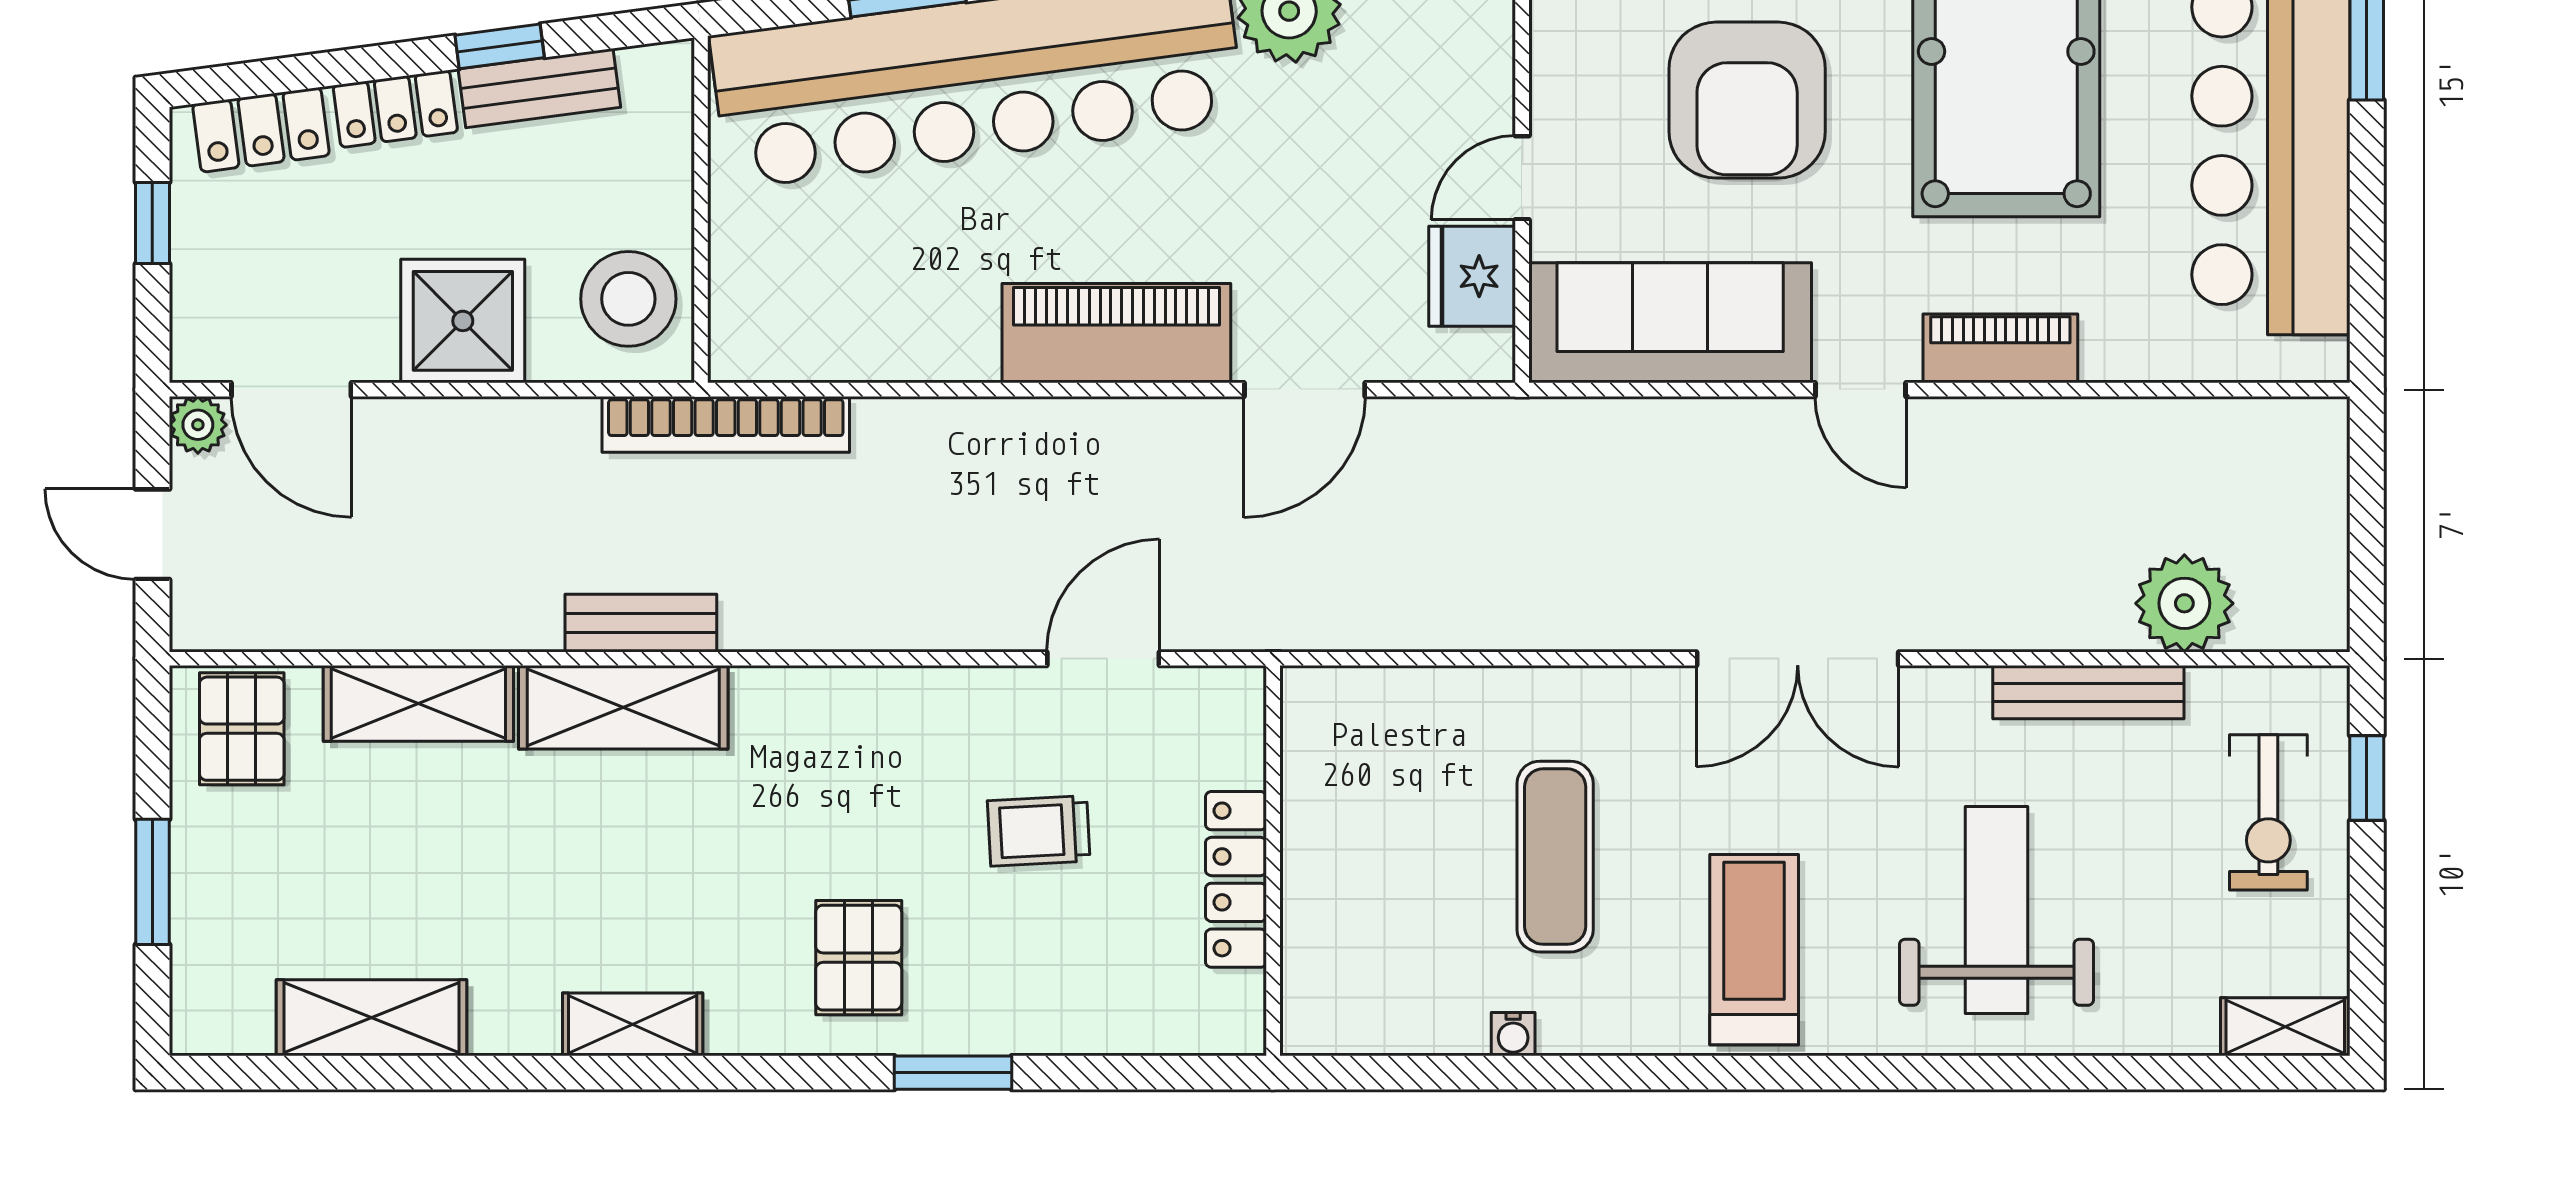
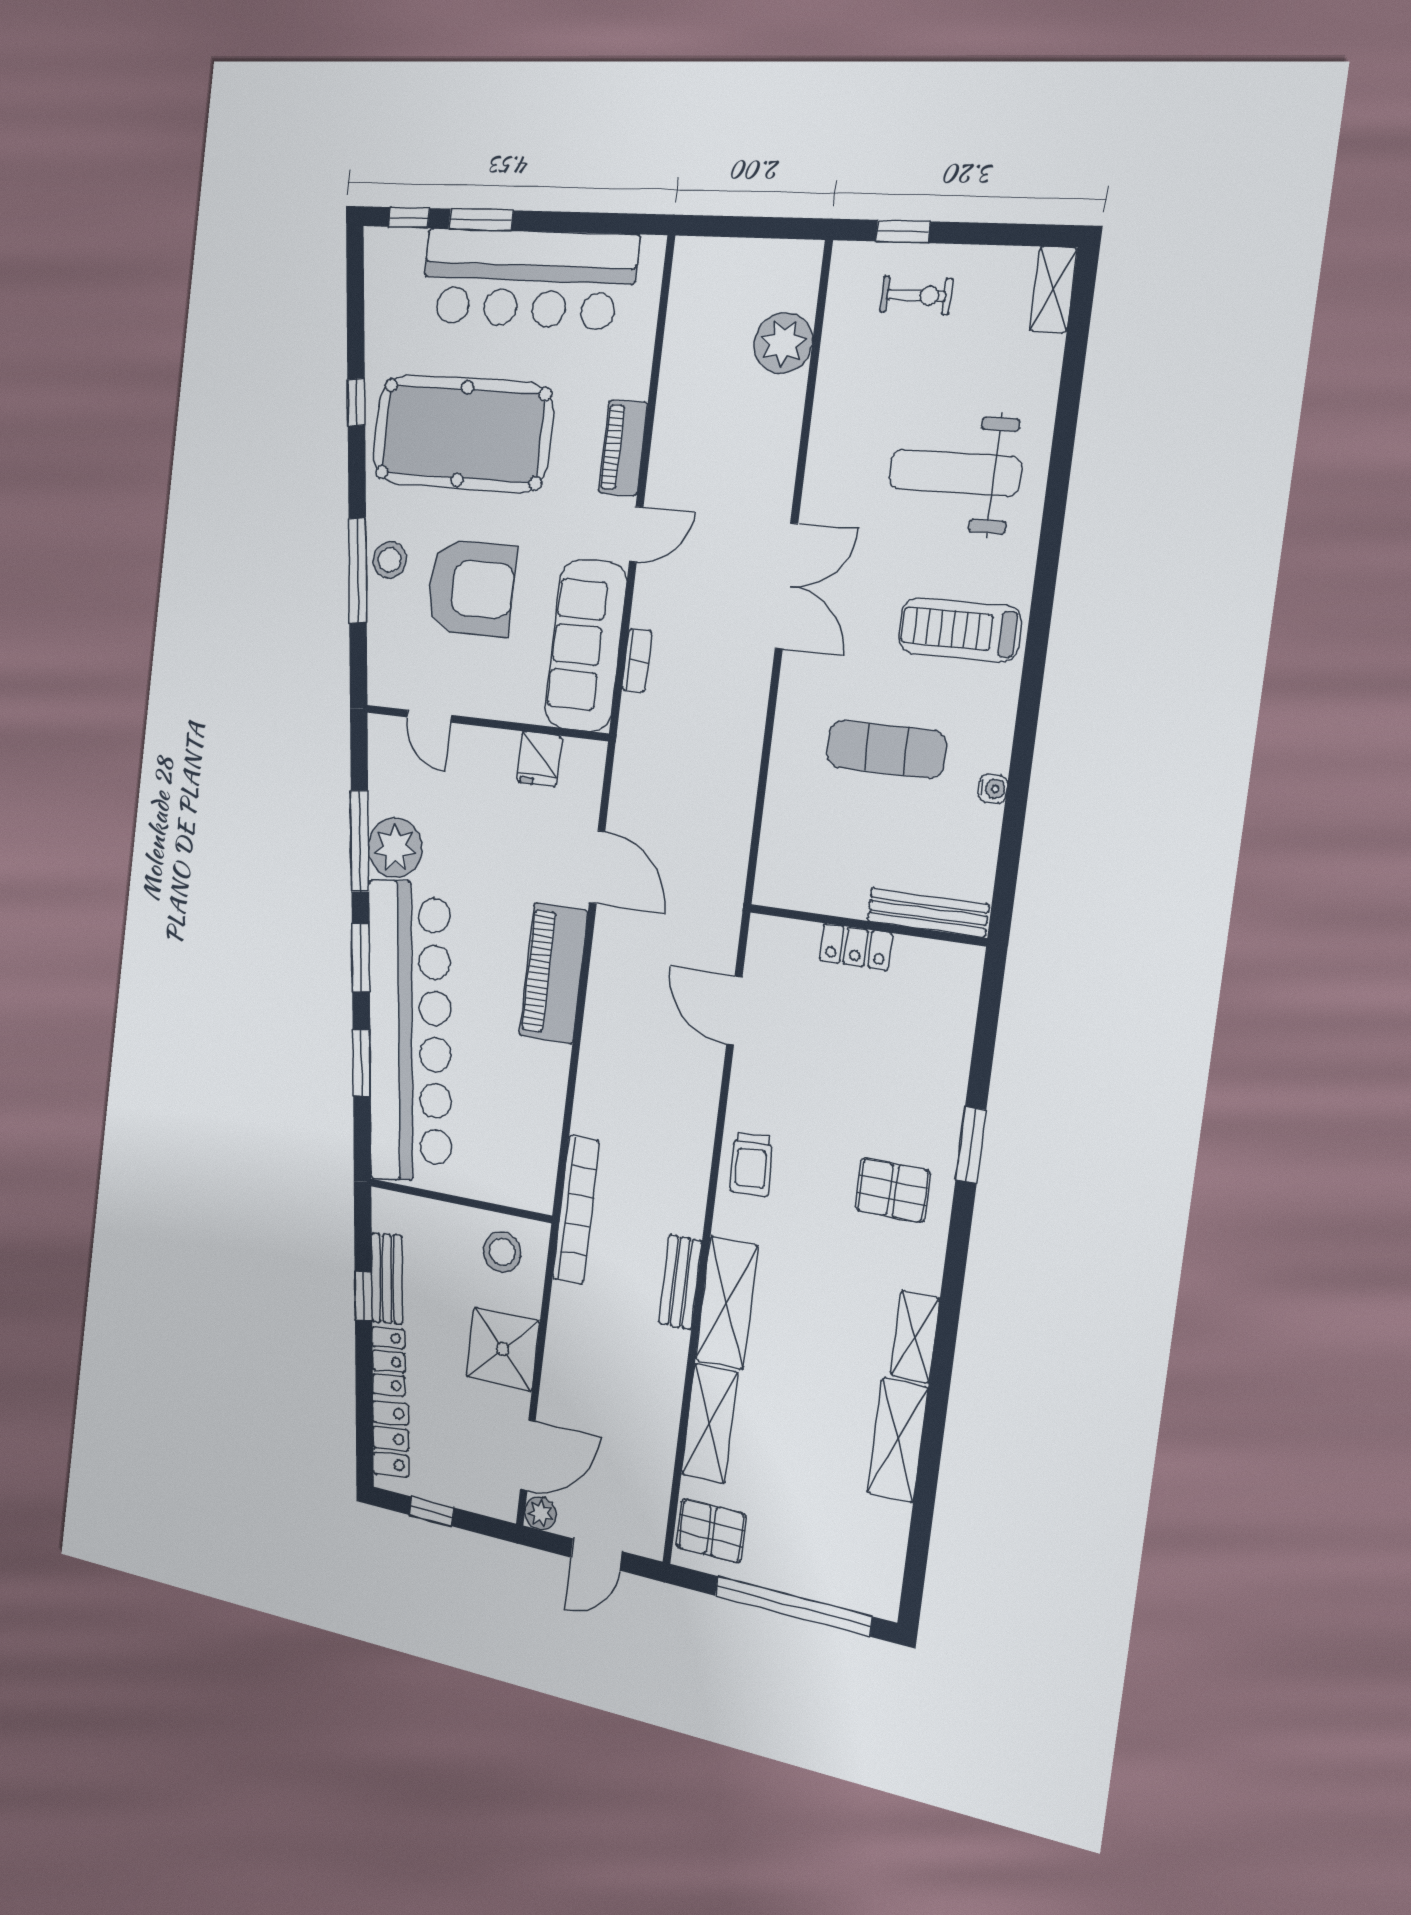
door: (1522, 178) -> (429, 716), moved
fridge: (1472, 276) -> (539, 759), width x0.72
stool: (628, 299) -> (502, 1252), width x0.73, depth x0.73
bookcase: (1654, 417) -> (637, 660), added
bench: (2088, 692) -> (928, 913), moved, turned 90
exercise bike: (2268, 812) -> (916, 295), width x0.73, depth x0.72
trolley: (1039, 831) -> (751, 1164), moved
locker: (1236, 879) -> (856, 947), width x0.66
window: (152, 882) -> (793, 1606), width x2.11
shelving: (371, 1018) -> (898, 1440), moved

